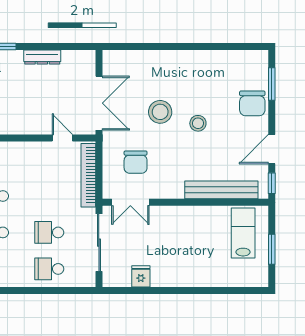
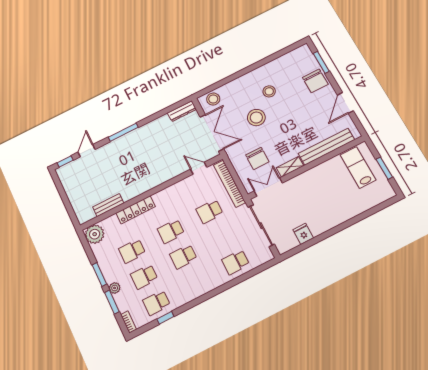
dresser: (42, 57) -> (182, 111), moved
stool: (122, 62) -> (213, 99), added
stool: (198, 123) -> (269, 91), moved
window: (272, 183) -> (358, 125), removed
shelving: (167, 192) -> (290, 167), added
double door: (130, 202) -> (268, 187), swing flipped
school desk: (49, 232) -> (210, 212), moved

